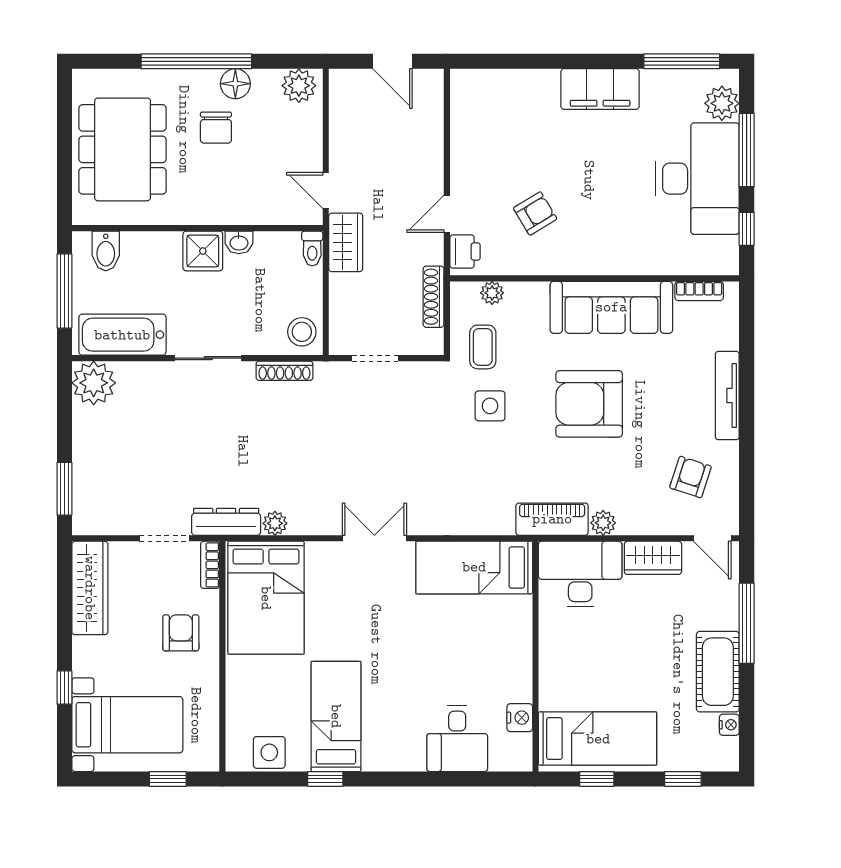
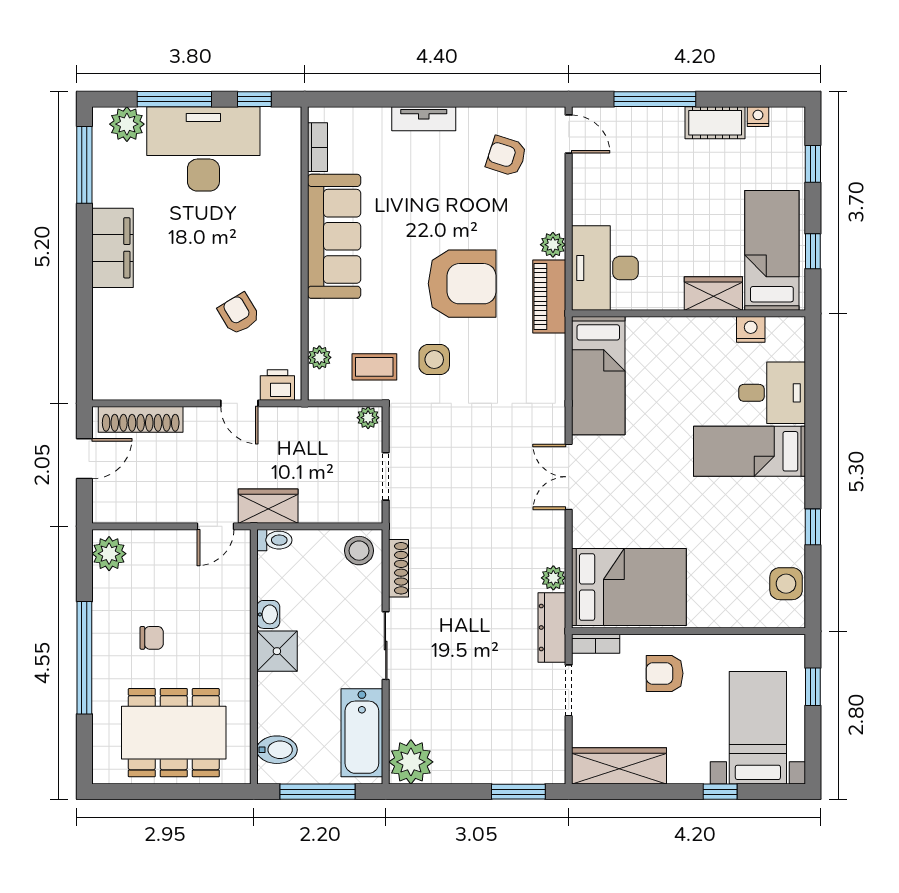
floor lamp: (235, 84) -> (107, 618), removed
chair: (216, 128) -> (152, 638), width x0.73, depth x0.73
shoe rack: (434, 297) -> (141, 419), moved, width x1.36, depth x1.24
plant: (433, 341) -> (368, 418), added
tv unit: (727, 396) -> (424, 119), width x0.71
armchair: (589, 404) -> (462, 284), moved, turned -90
door: (712, 538) -> (569, 134), hinge flipped
wardrobe: (653, 558) -> (713, 294), moved, turned -90
cot: (718, 672) -> (715, 123), width x0.73, depth x0.75
bed: (336, 716) -> (750, 451), moved

